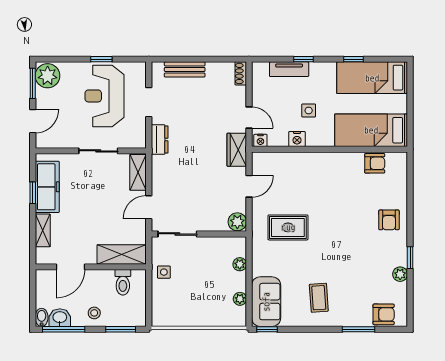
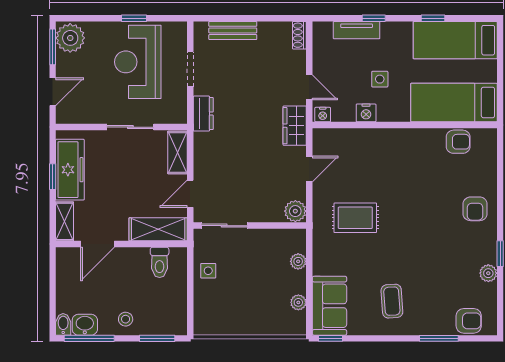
shelving: (122, 254) -> (158, 229), moved
door: (71, 267) -> (98, 244), moved
wall: (91, 267) -> (121, 244), moved
toilet: (123, 282) -> (160, 262), moved

